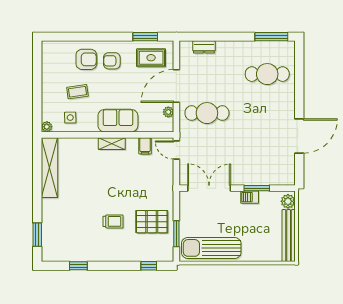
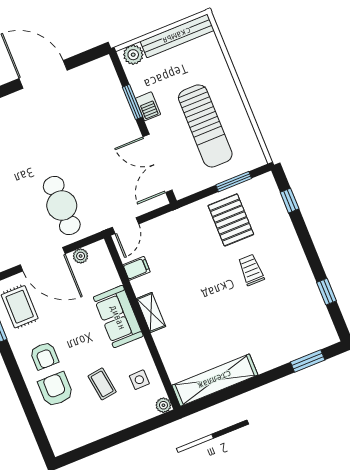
sun lounger: (211, 248) -> (205, 126), moved

